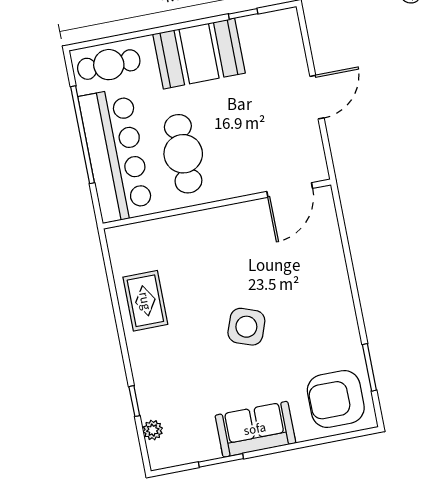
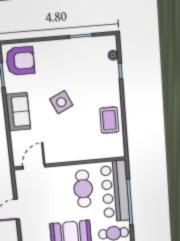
side table: (246, 327) -> (61, 102), turned 45
sofa: (255, 429) -> (18, 112), moved, turned -90

